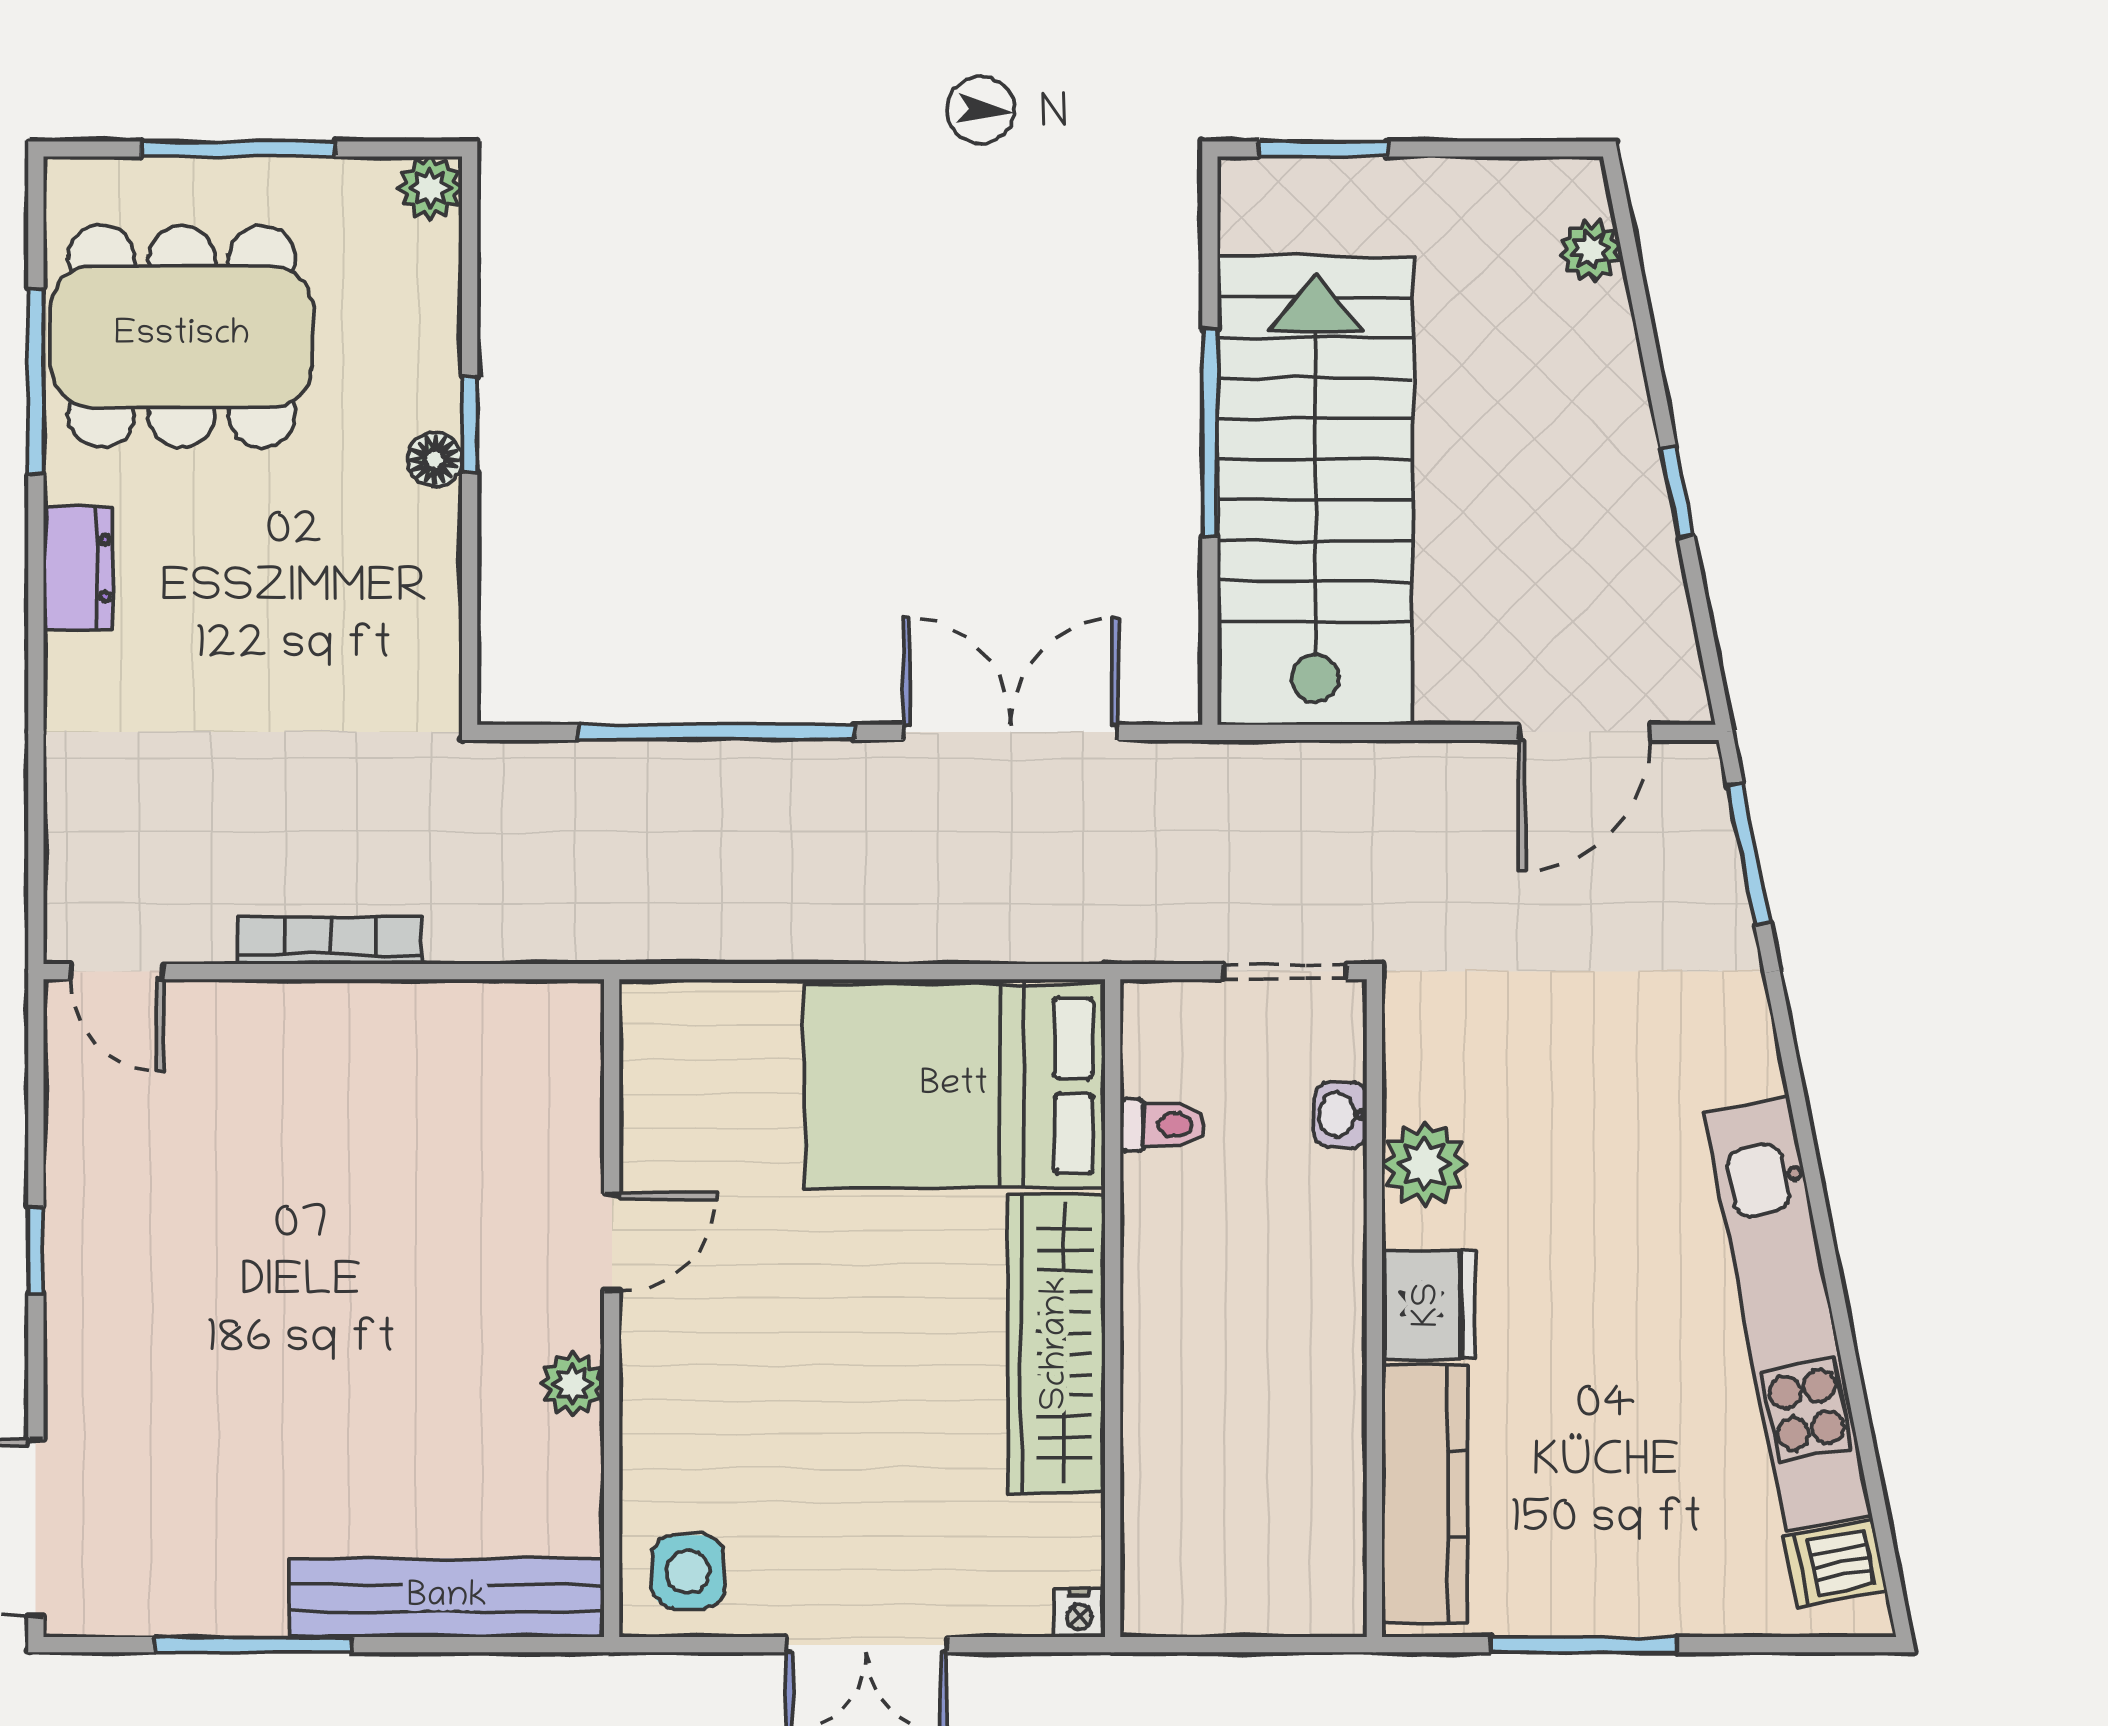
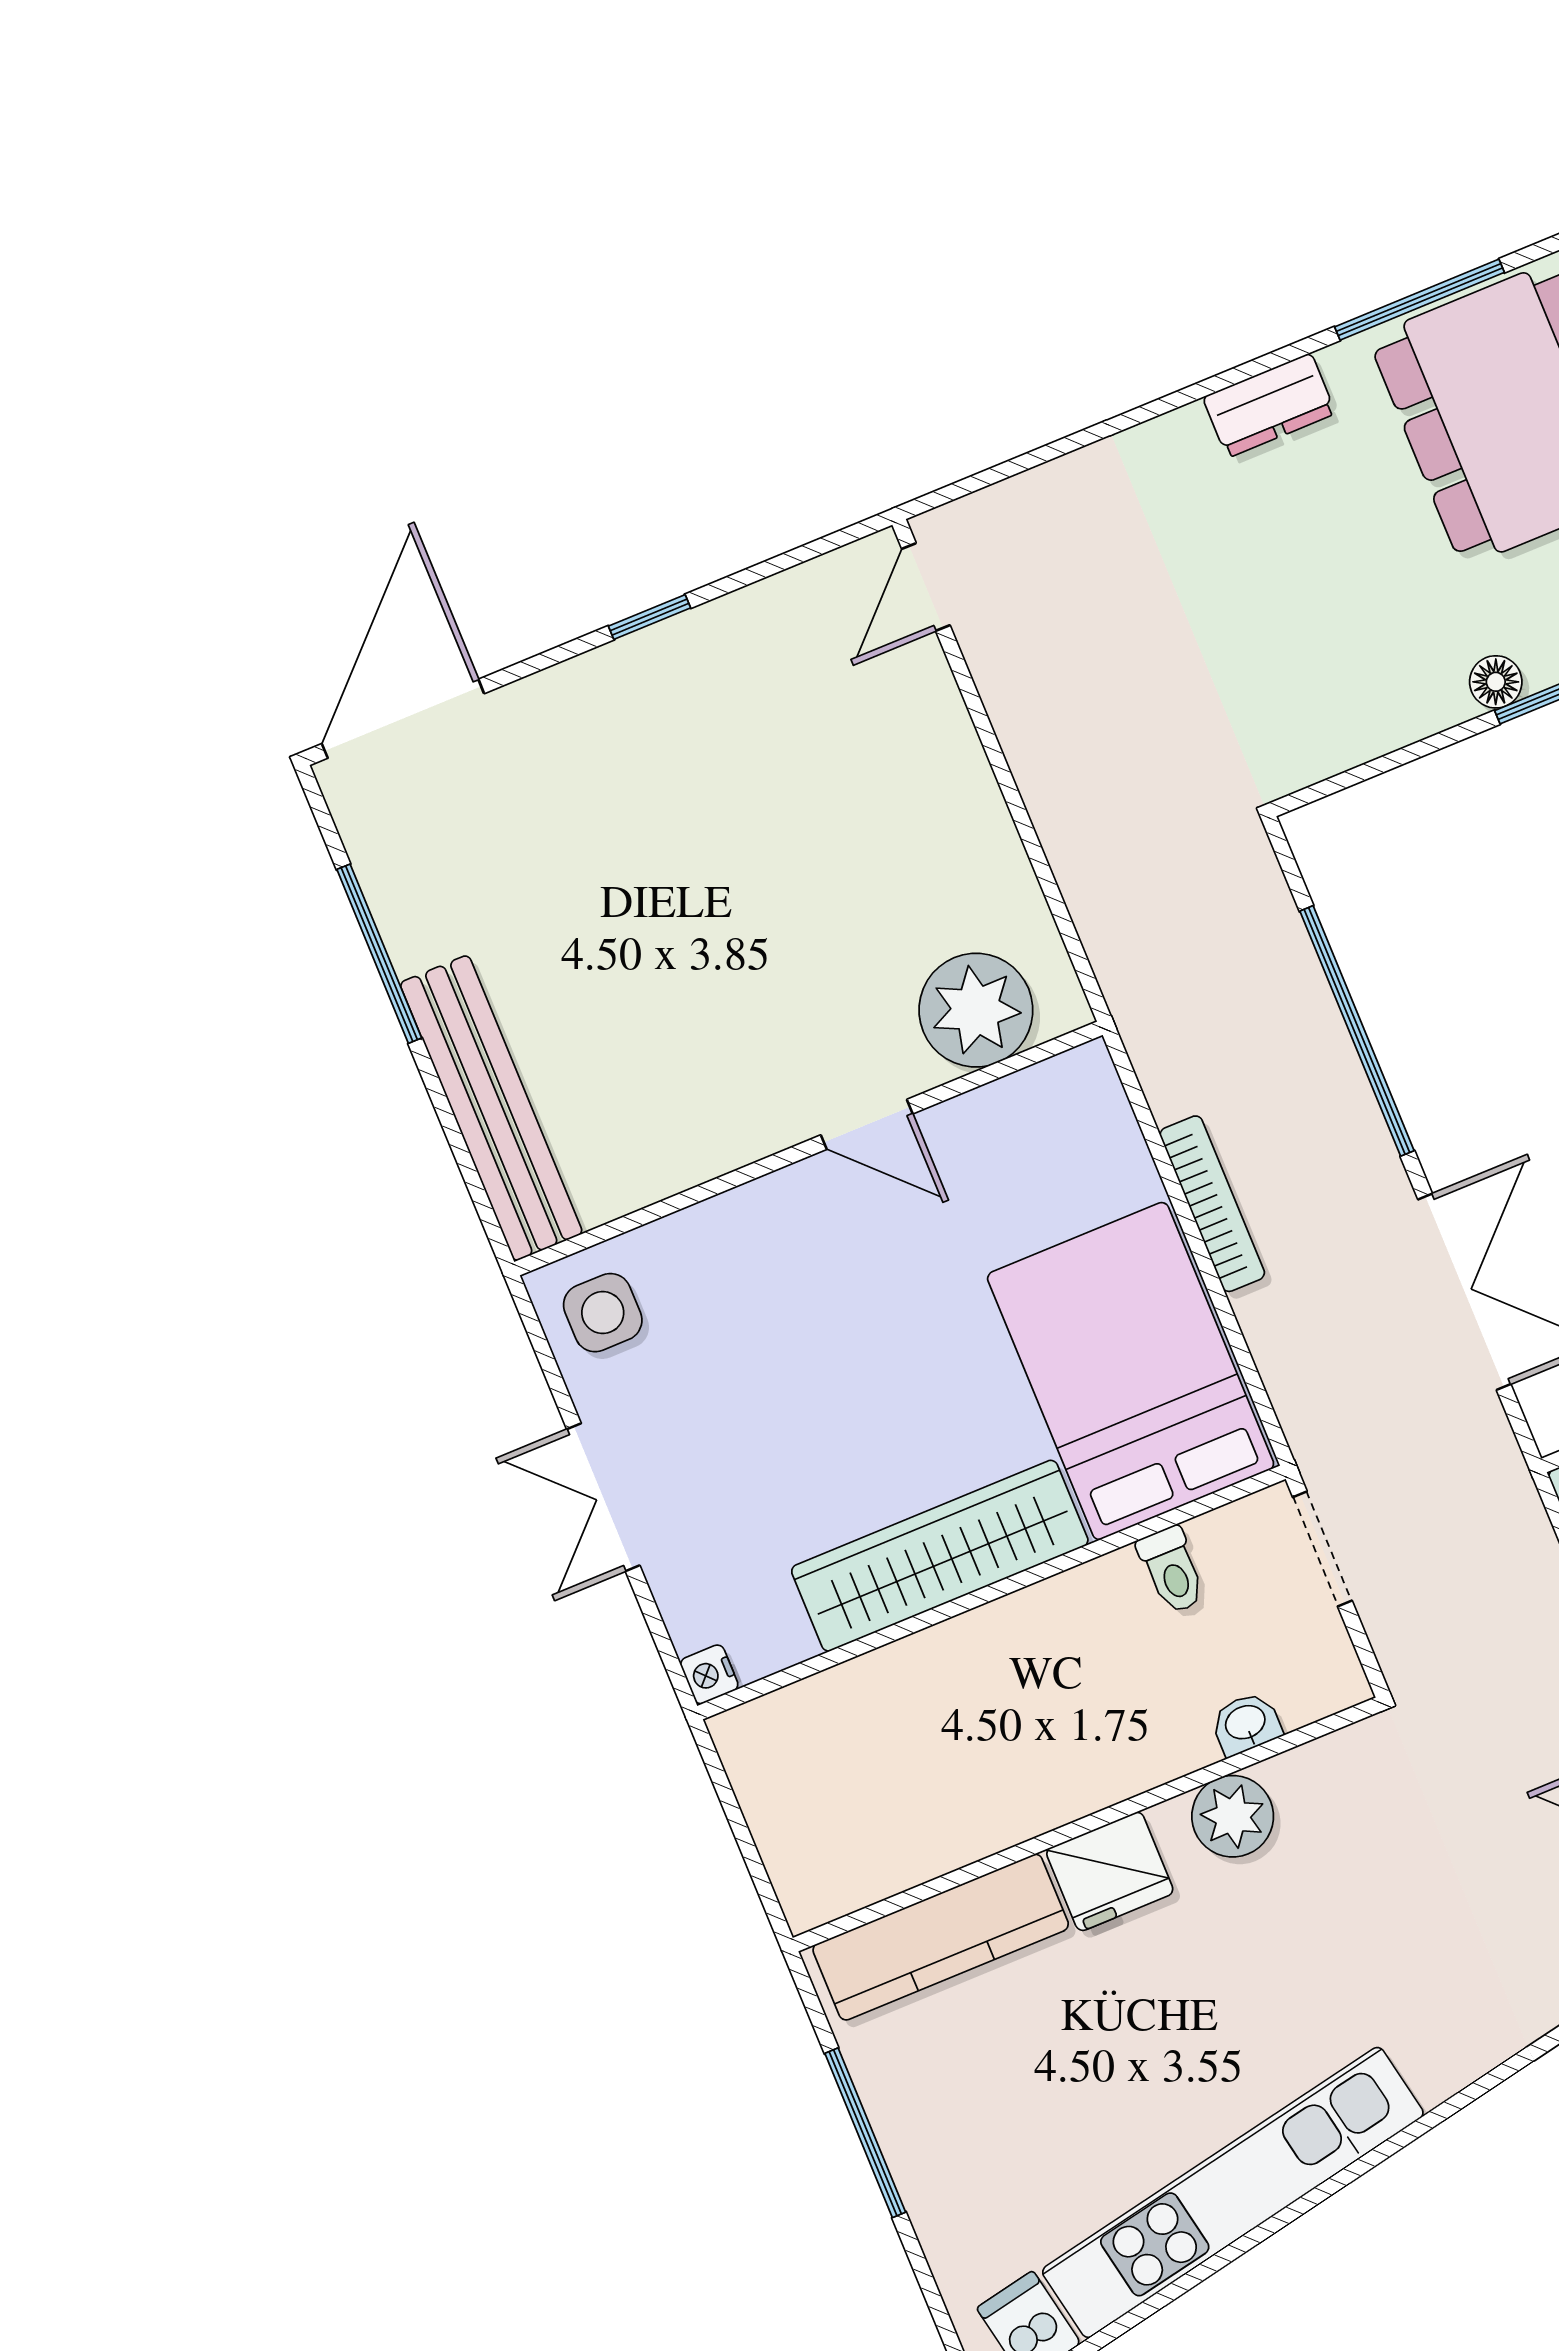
bookcase: (330, 941) -> (1212, 1204), moved
doorway: (1285, 972) -> (1322, 1549), moved
plant: (573, 1384) -> (976, 1010), moved, width x1.87, depth x1.87

